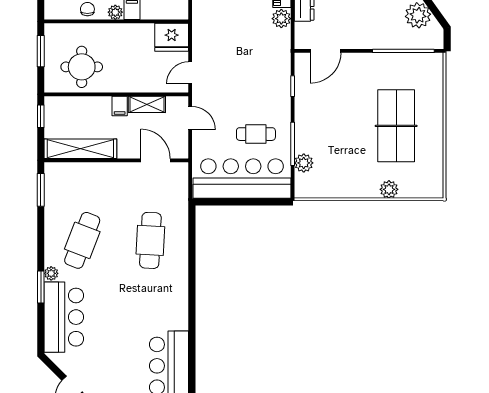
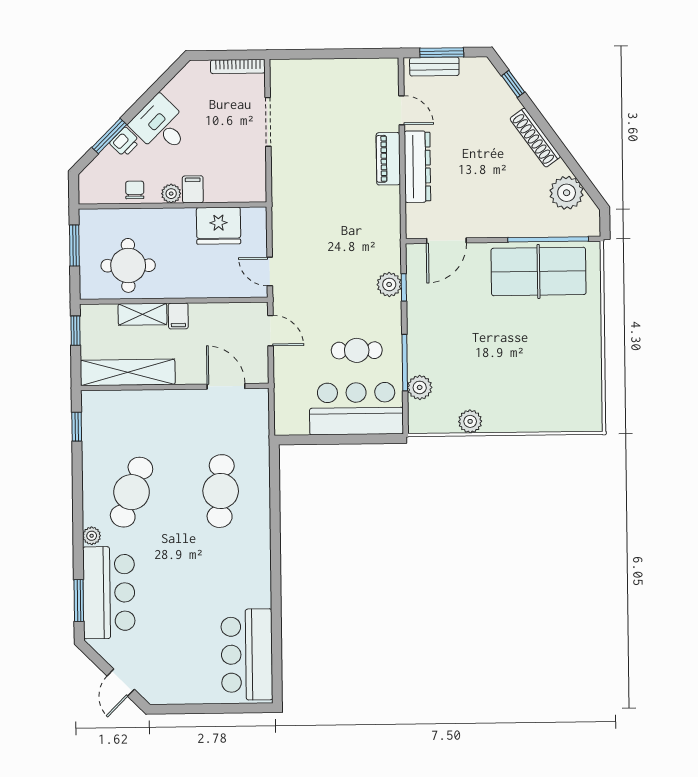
plant: (281, 19) -> (389, 284), moved
fridge: (172, 37) -> (219, 226), moved
door: (190, 73) -> (270, 272), hinge flipped
shelving: (147, 104) -> (142, 314), moved
table tennis table: (396, 126) -> (539, 271), moved, turned 90
bar counter: (242, 179) -> (356, 409), width x0.73
plant: (389, 189) -> (470, 421), moved
window: (41, 190) -> (77, 427), width x0.67
window: (41, 287) -> (79, 601), moved

